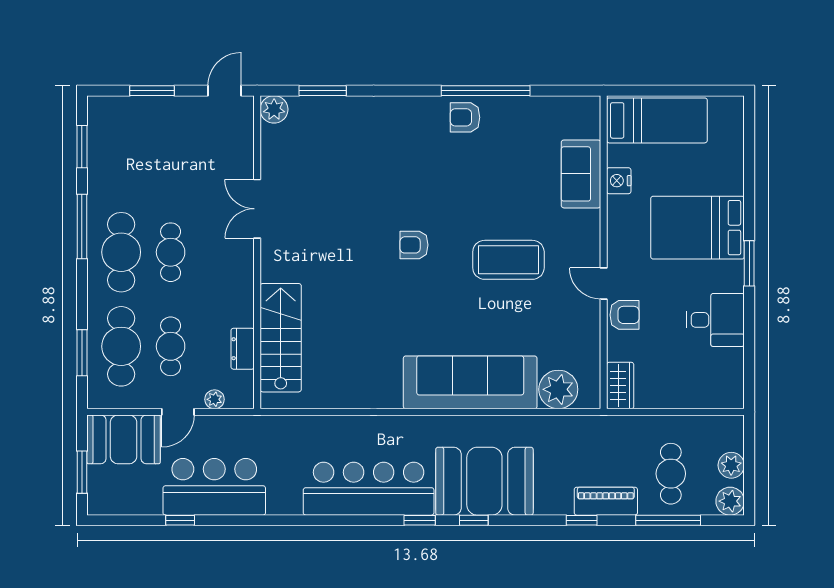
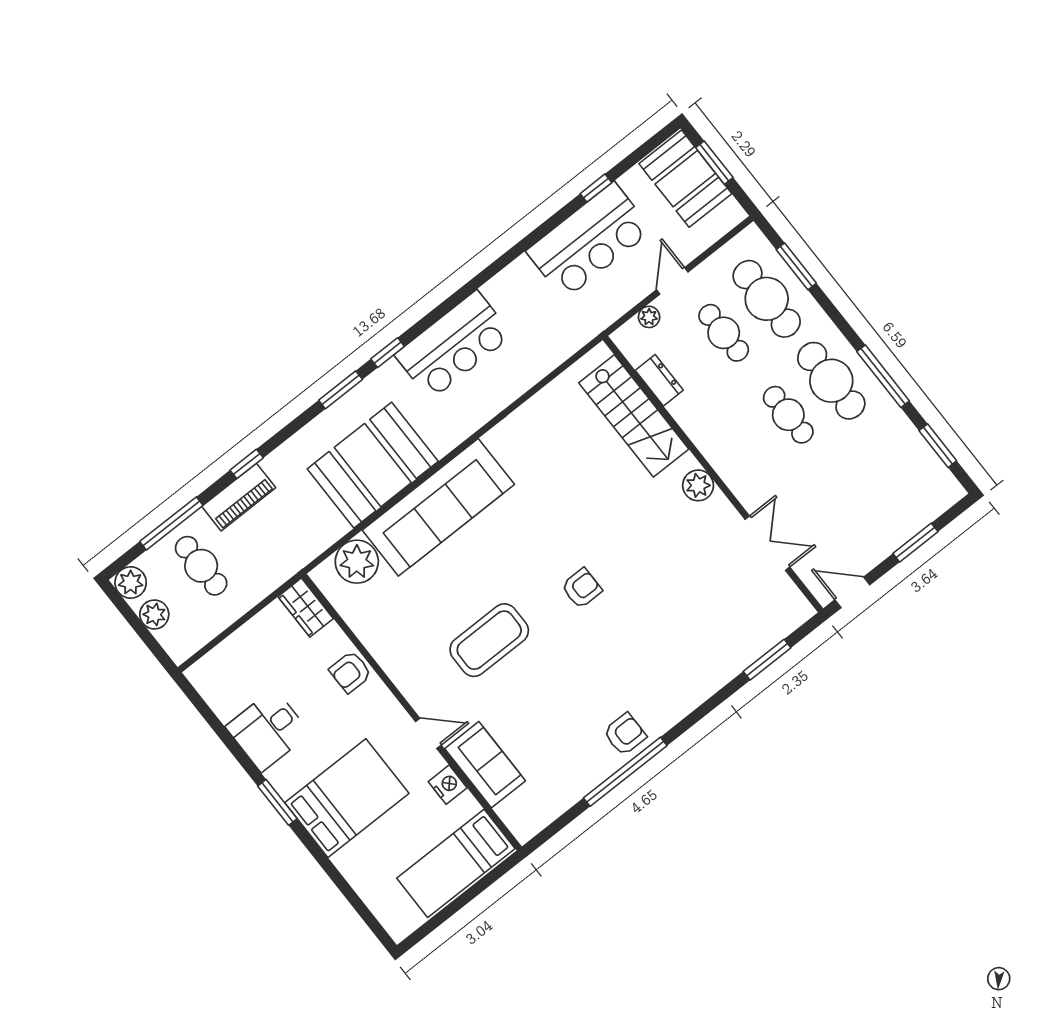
door: (225, 91) -> (852, 592), swing flipped
plant: (274, 109) -> (698, 485), moved
double door: (257, 209) -> (767, 543), moved
door: (604, 283) -> (428, 733), moved
booth: (124, 439) -> (685, 179), moved, turned 90
booth: (484, 481) -> (373, 465), moved
bar counter: (369, 489) -> (454, 345), width x0.73
window: (474, 520) -> (341, 390), width x1.50

